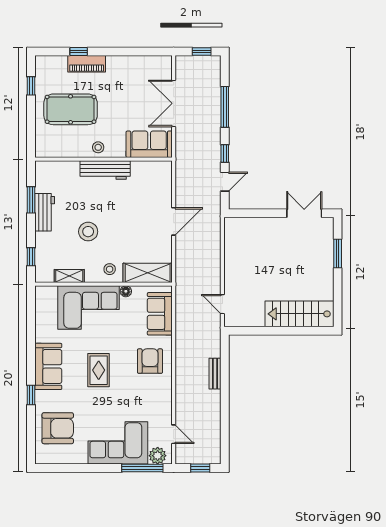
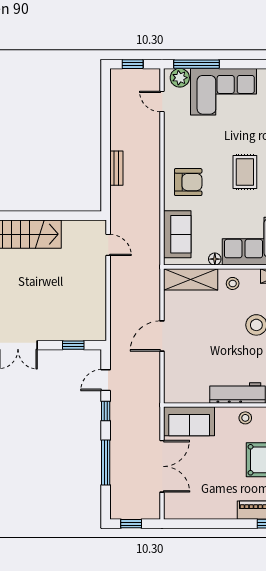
window: (254, 213) -> (73, 345), added
armchair: (150, 361) -> (188, 182), turned -90

